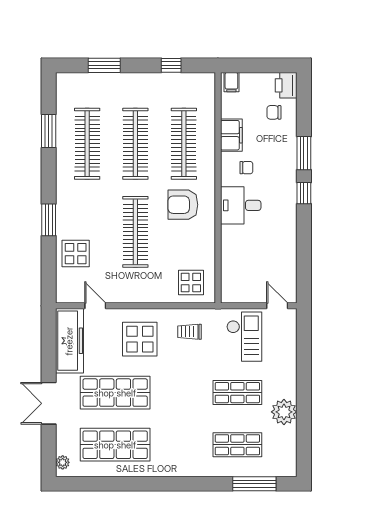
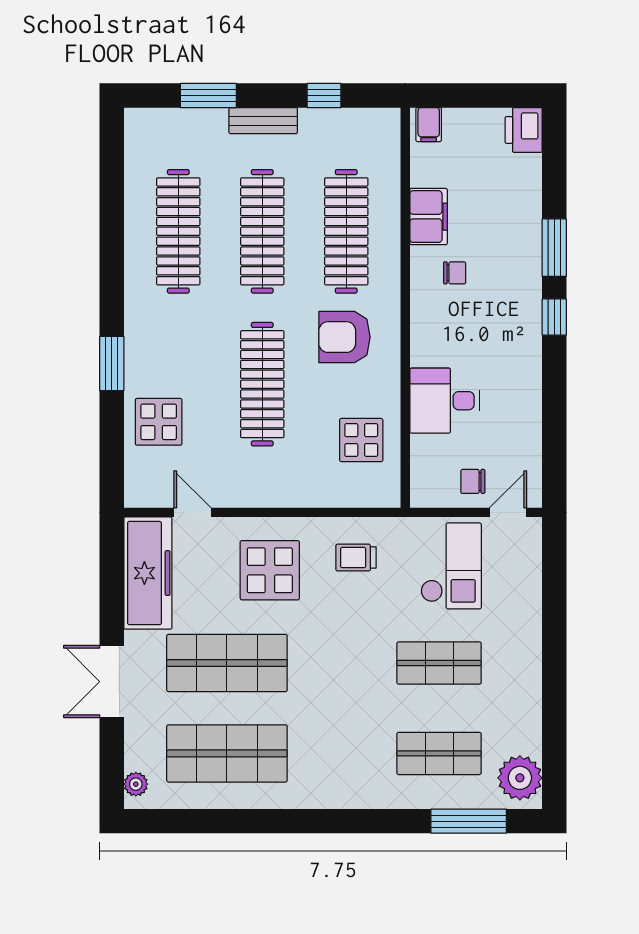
bench: (136, 80) -> (263, 121), added
chair: (274, 112) -> (473, 481), moved
window: (49, 131) -> (112, 209), removed
desk: (241, 205) -> (445, 401), moved
display table: (191, 283) -> (361, 440), moved
door: (277, 306) -> (508, 512), hinge flipped
plant: (284, 412) -> (520, 778), moved

